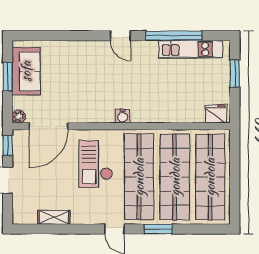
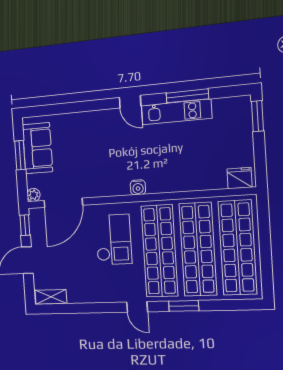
window: (174, 36) -> (187, 96), width x0.68
kitchen unit: (191, 49) -> (176, 112), moved
window: (235, 74) -> (257, 116), moved
checkout: (96, 164) -> (113, 240), turned 180
shelving: (54, 217) -> (51, 297), moved

